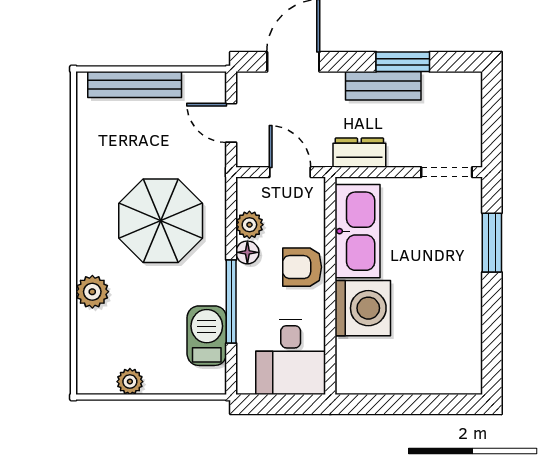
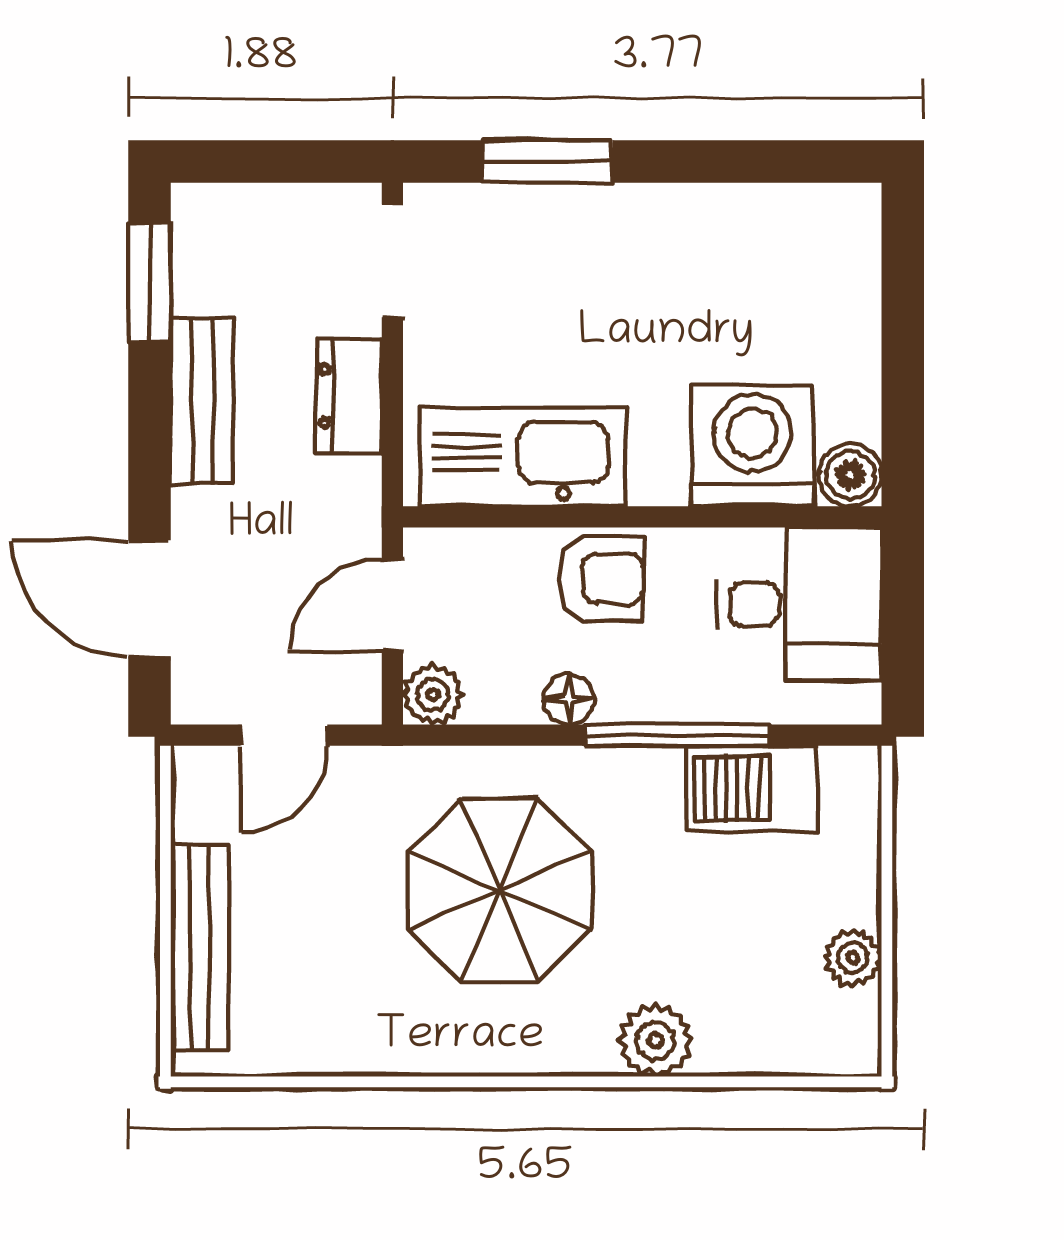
window: (403, 62) -> (150, 282), moved
dresser: (359, 153) -> (349, 396), moved
plant: (249, 225) -> (433, 695), moved
armchair: (302, 267) -> (601, 579), turned -90
washing machine: (363, 308) -> (752, 445), moved
boiler: (349, 380) -> (850, 475), added

